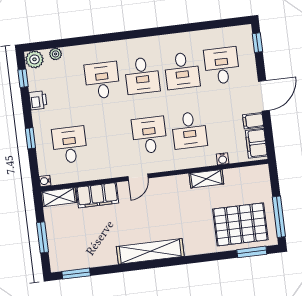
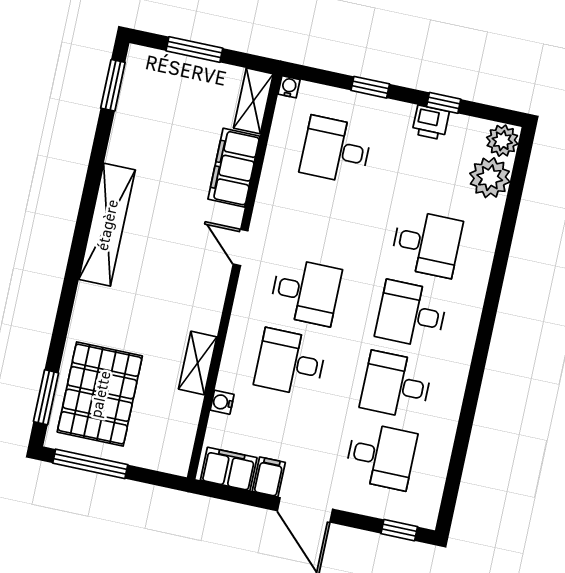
plant: (56, 54) -> (490, 178), width x1.87, depth x1.87
window: (23, 78) -> (444, 103), moved
desk: (70, 145) -> (336, 150), turned 180

